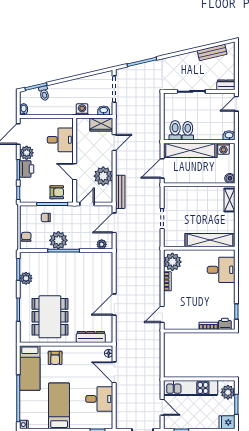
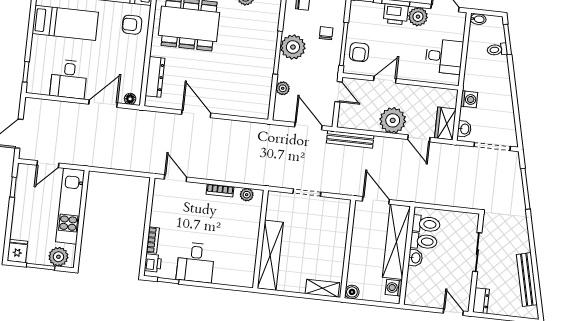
bench: (212, 52) -> (527, 280), width x1.36
washbasin: (229, 135) -> (415, 258), moved
desk: (60, 140) -> (444, 56), moved, turned -90
plant: (103, 176) -> (393, 120), moved
plant: (102, 244) -> (283, 88), moved
plant: (172, 262) -> (247, 195), width x0.53, depth x0.53
desk: (221, 270) -> (196, 263), moved

